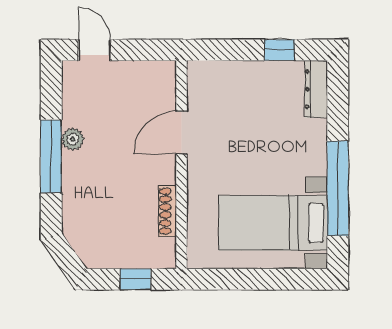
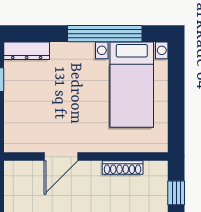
door: (181, 133) -> (61, 157), hinge flipped

